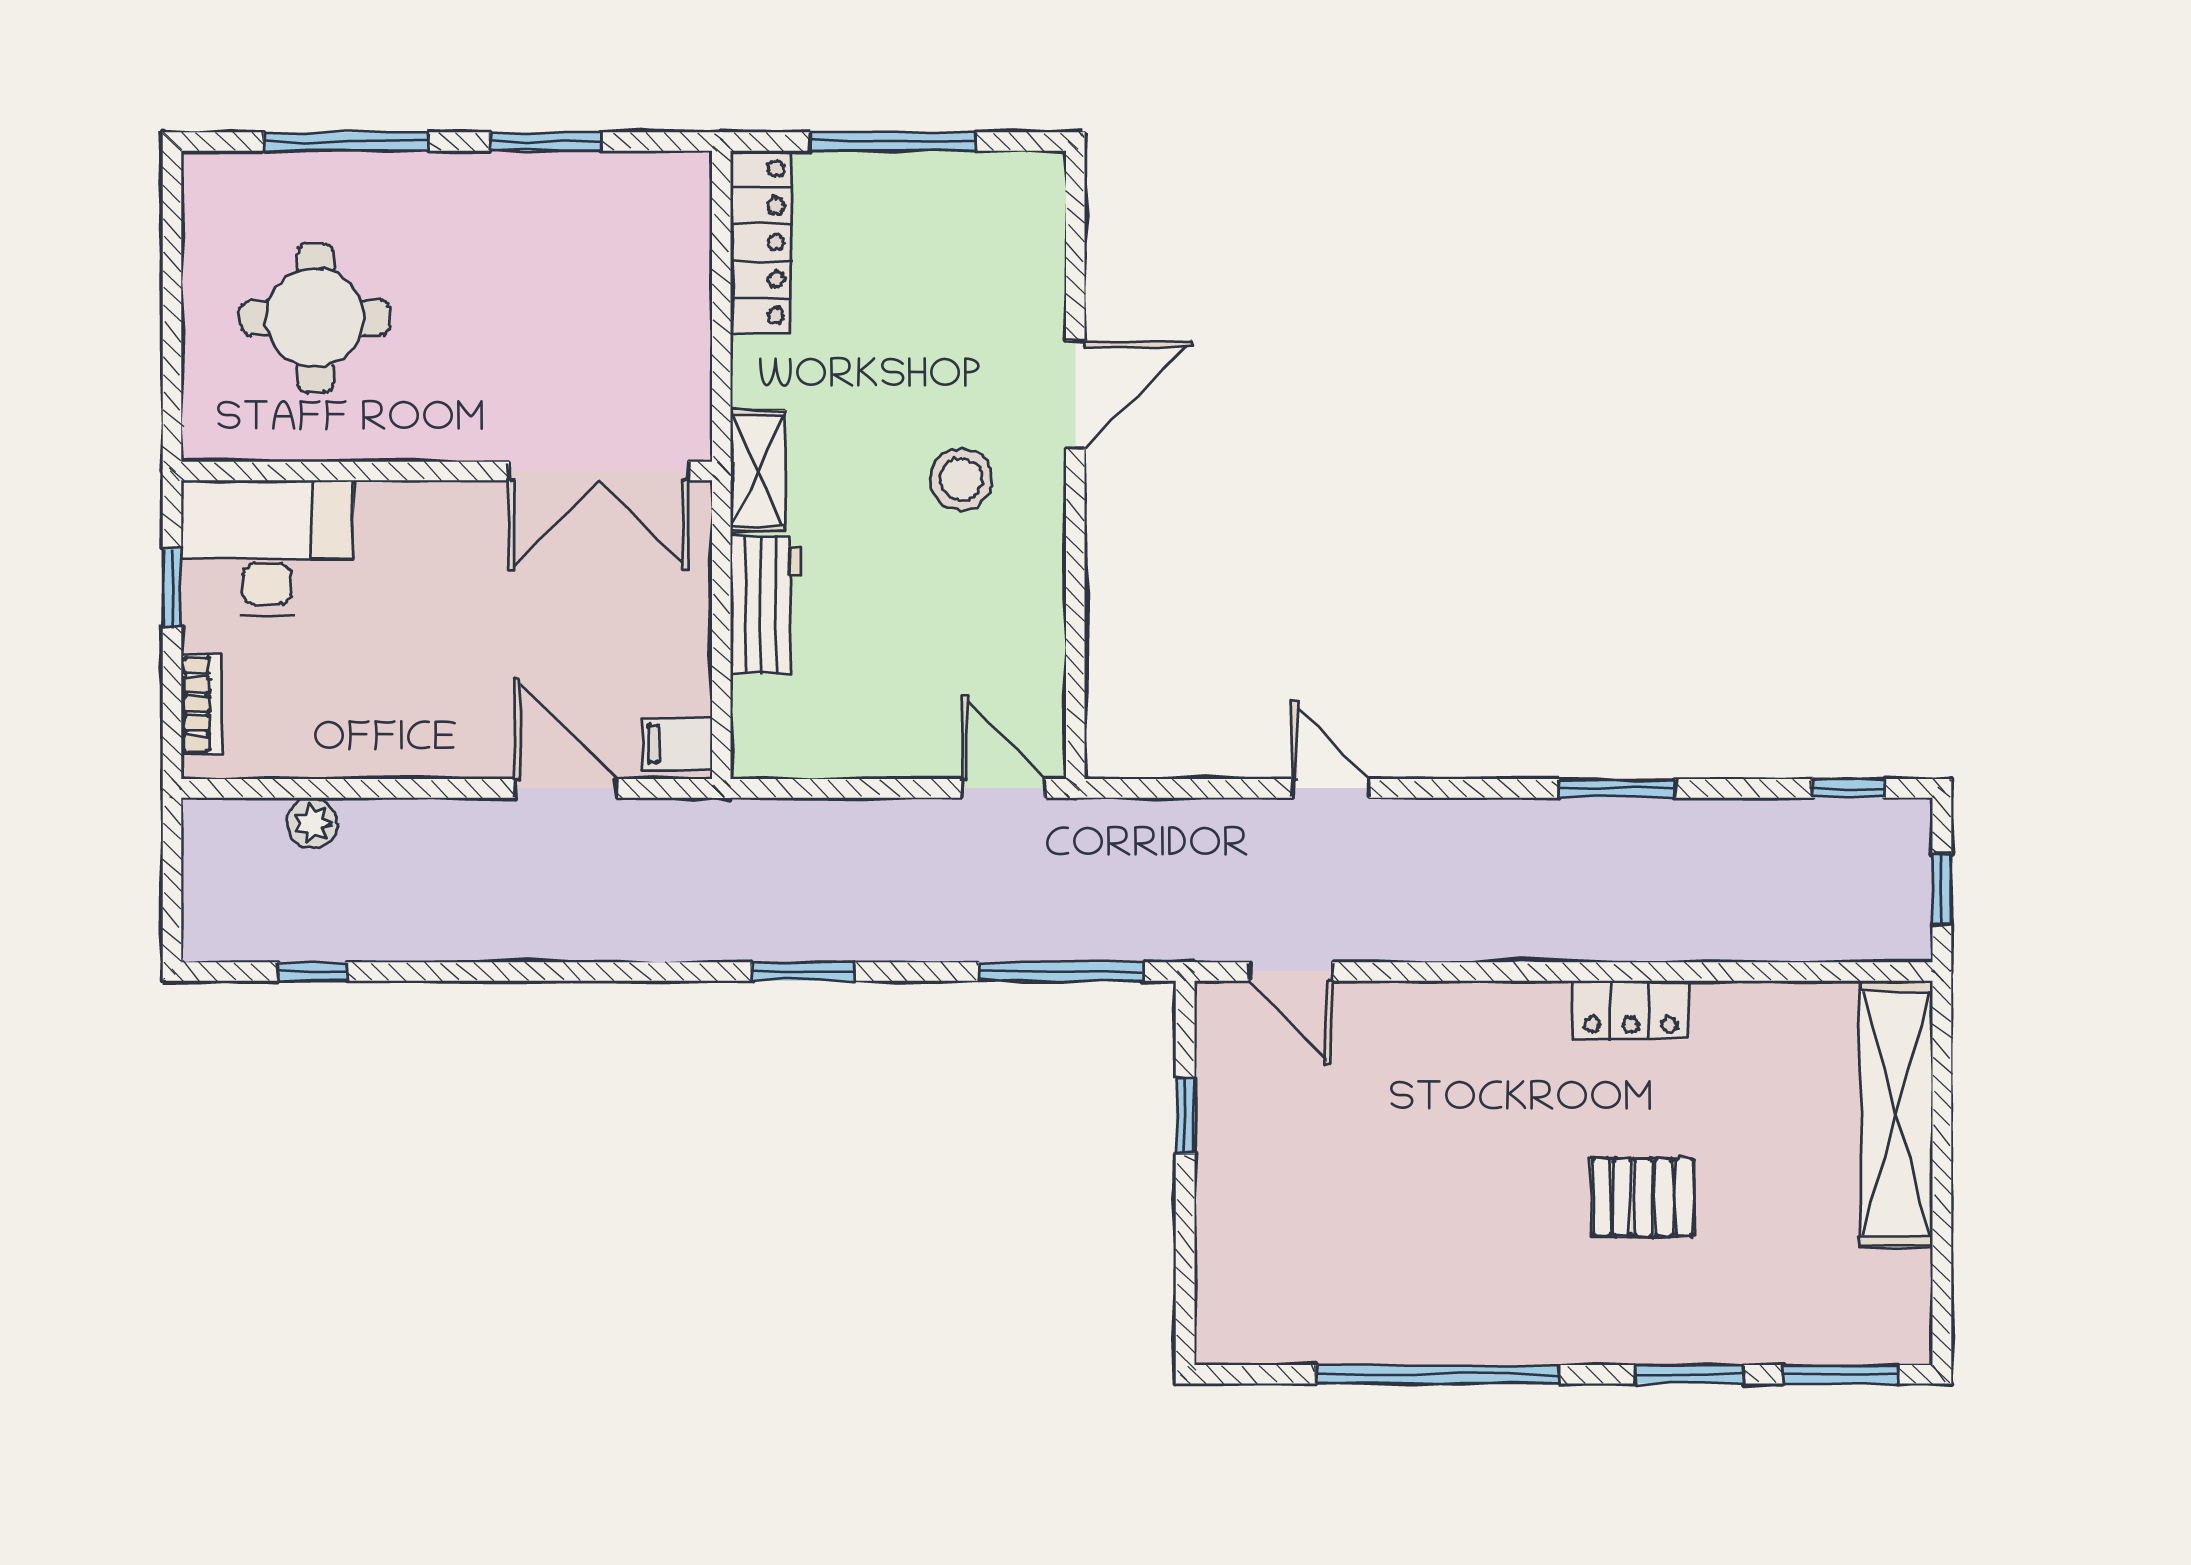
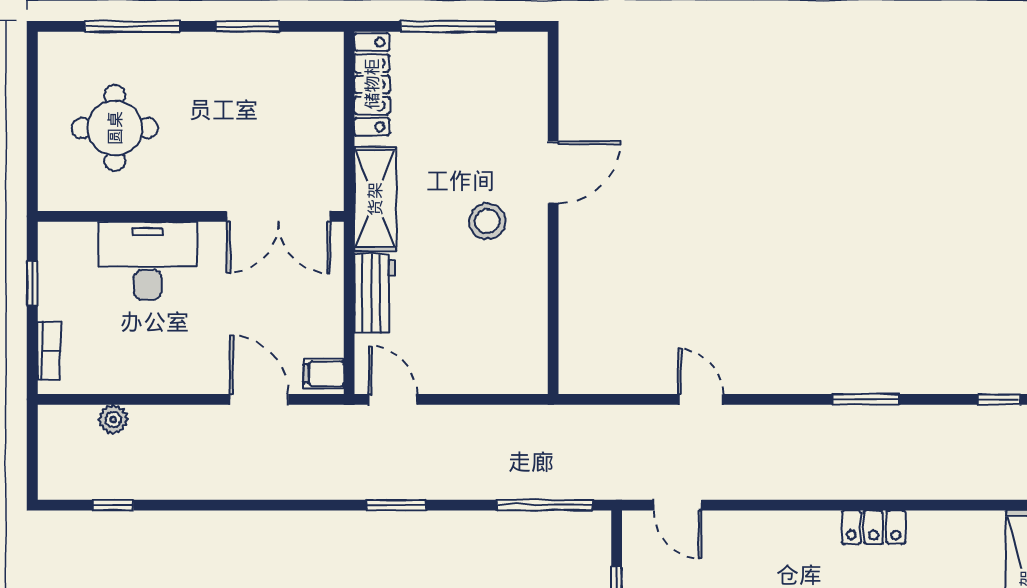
shelving: (758, 470) -> (375, 199), width x1.50, depth x1.33
desk: (267, 548) -> (148, 261), moved
door: (1003, 788) -> (393, 399), moved

